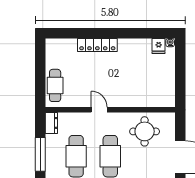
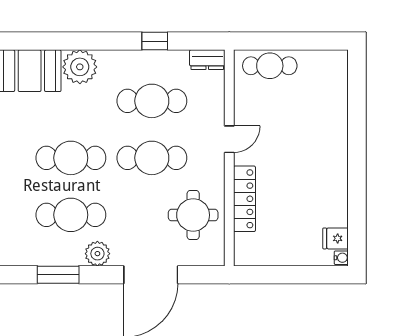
locker: (97, 45) -> (244, 199), moved, turned 180
window: (40, 154) -> (155, 41), width x0.46

